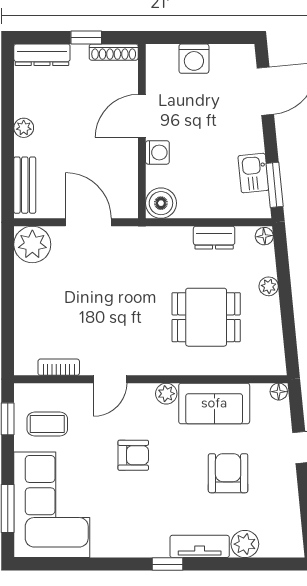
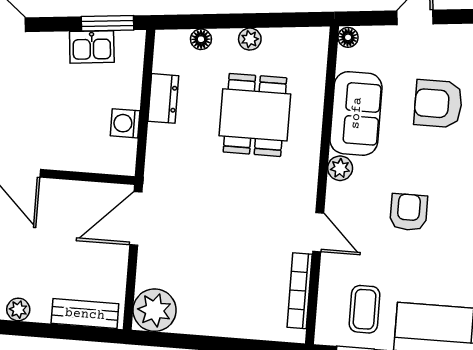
washing machine: (157, 152) -> (125, 123), moved, turned -90
boiler: (161, 203) -> (118, 157), removed
door: (88, 222) -> (136, 218), moved
floor lamp: (264, 236) -> (201, 39), moved
plant: (269, 286) -> (250, 39), moved
bookcase: (59, 367) -> (300, 291), width x1.56

